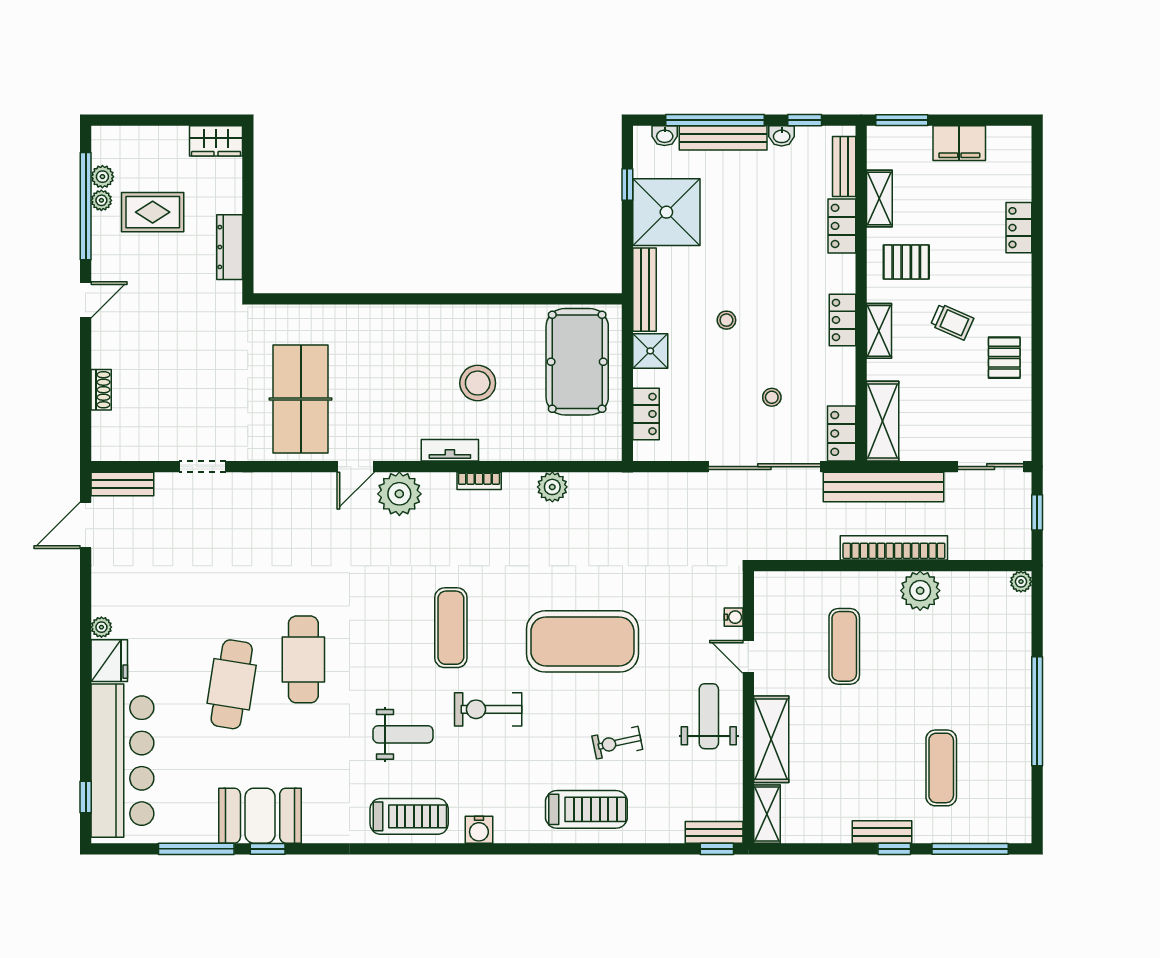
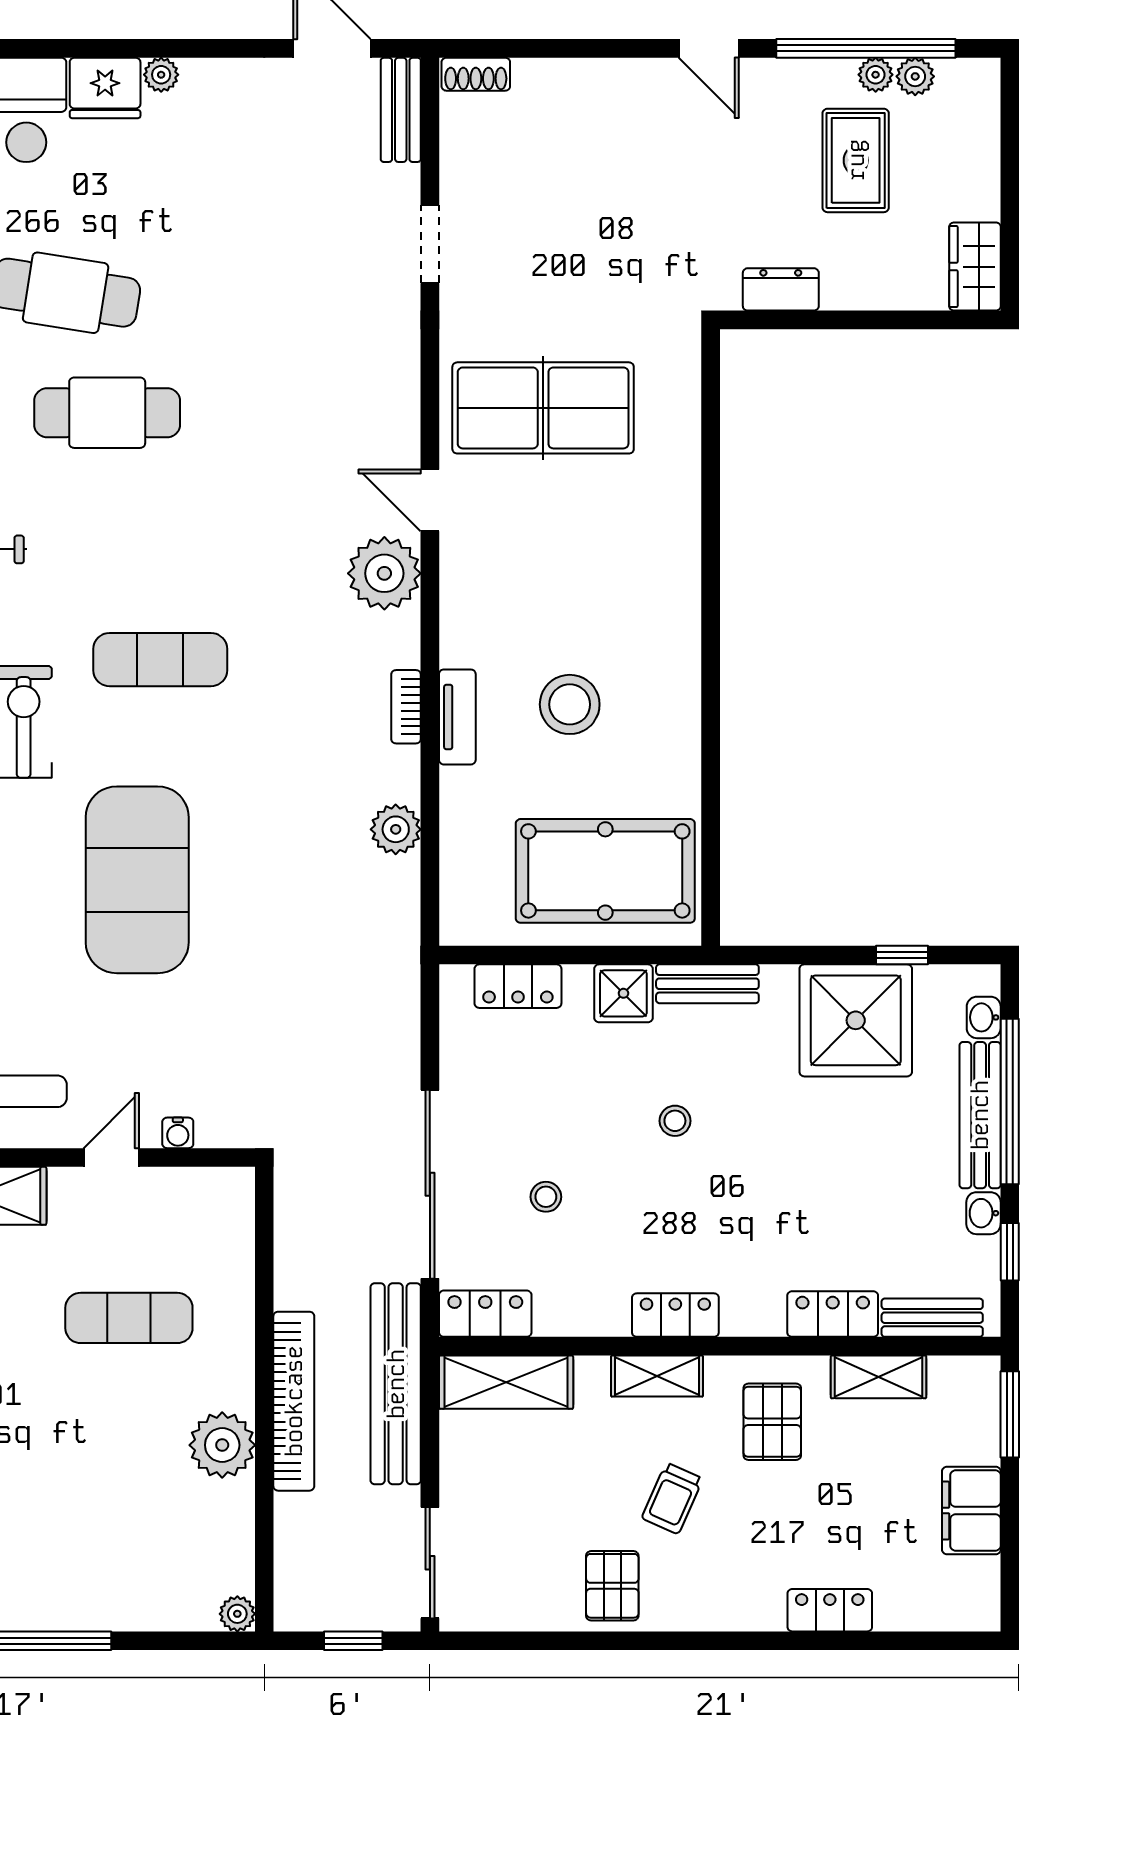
dresser: (230, 247) -> (781, 289), width x0.70
bench: (645, 290) -> (707, 984), width x0.73
pallet: (1004, 358) -> (612, 1586), turned 90
shoe rack: (101, 390) -> (476, 74), moved
tv unit: (450, 450) -> (457, 717), moved

